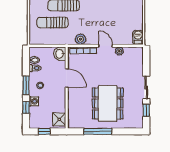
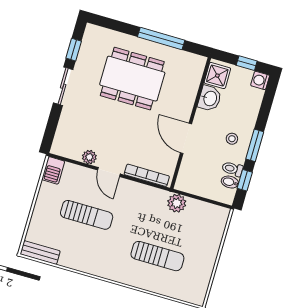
sun lounger: (52, 23) -> (87, 215), moved
plant: (81, 39) -> (177, 203), moved
washbasin: (60, 54) -> (210, 98), moved
washing machine: (34, 101) -> (260, 80), moved
dining table: (108, 103) -> (132, 79), turned 90
window: (26, 107) -> (245, 180), moved

